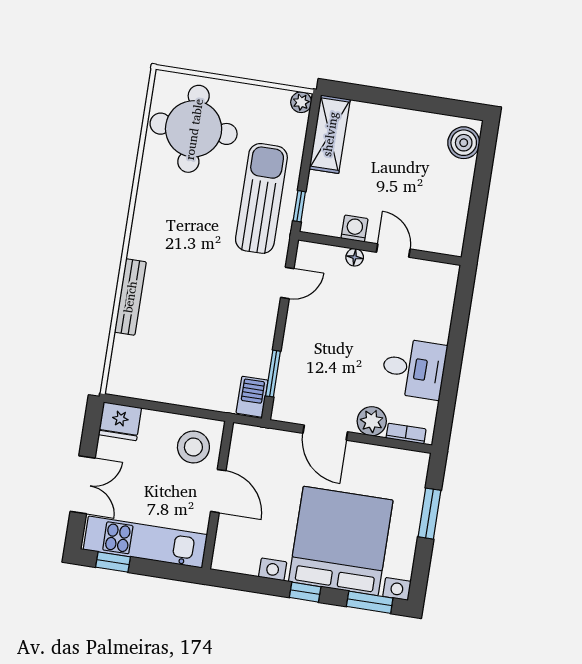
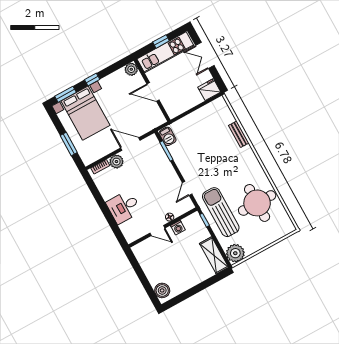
plant: (301, 102) -> (235, 253), width x1.88, depth x1.88
round table: (194, 129) -> (257, 203), moved
sun lounger: (261, 198) -> (221, 212), turned 180
bench: (130, 297) -> (239, 134), width x0.73
desk: (414, 369) -> (124, 207), moved
stool: (193, 447) -> (175, 101), removed
bed with nightstands: (341, 541) -> (85, 113), width x0.73
plant: (225, 558) -> (131, 69), added
window: (113, 562) -> (161, 41), moved

